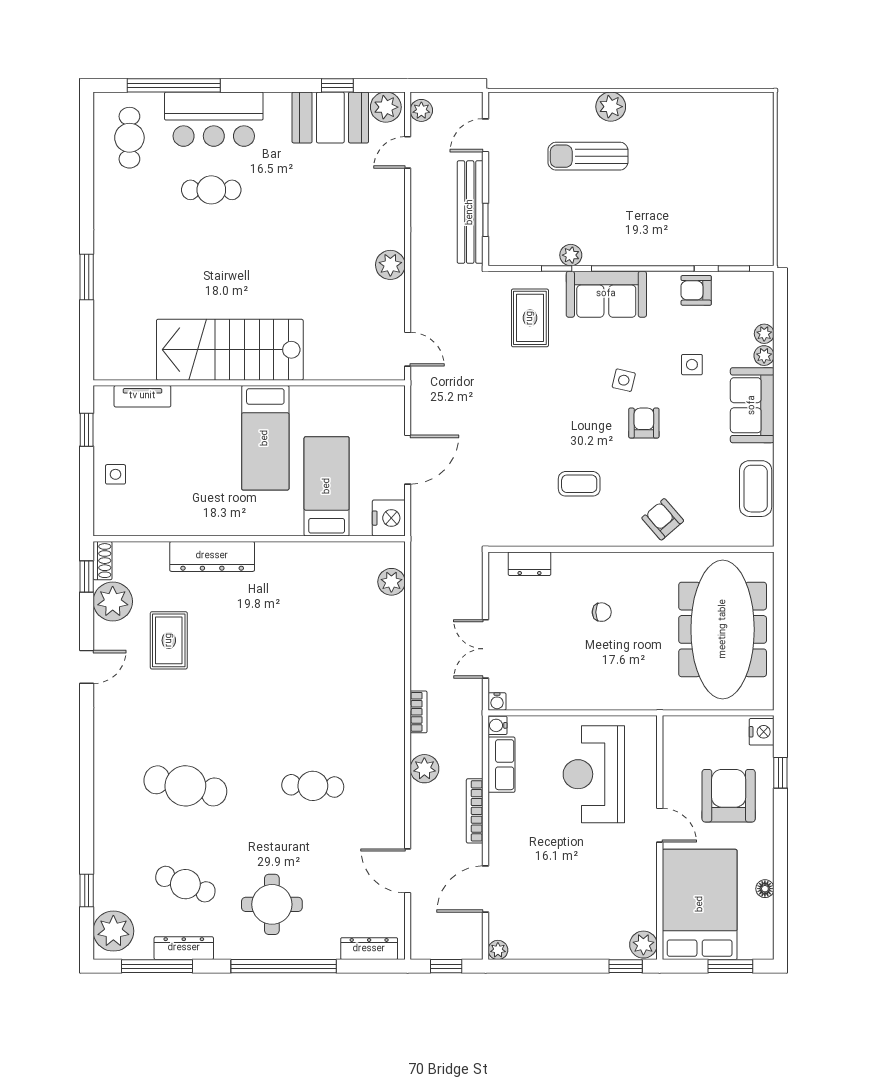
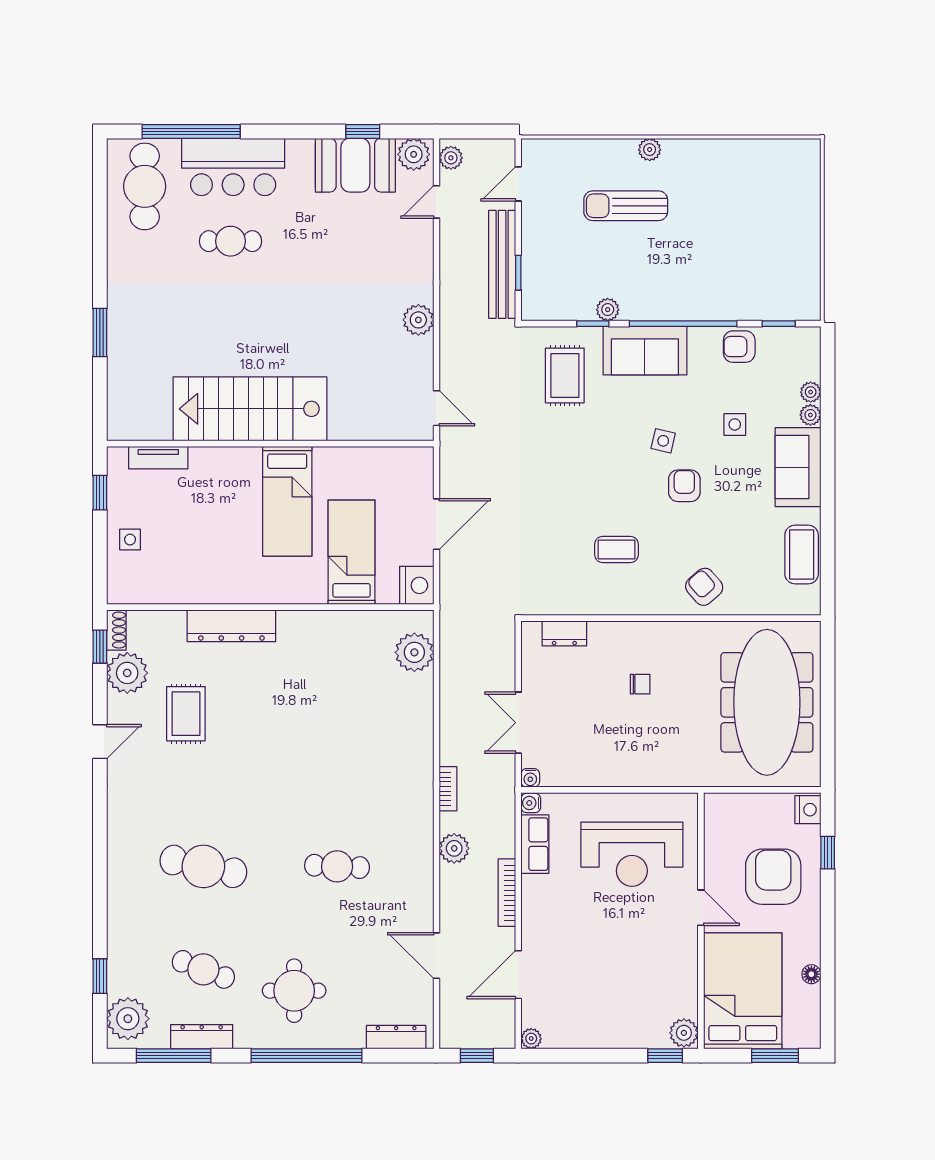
plant: (611, 107) -> (650, 150), width x0.73, depth x0.73
cafe table: (129, 138) -> (145, 186), width x1.37, depth x1.35
plant: (391, 582) -> (414, 652), width x1.36, depth x1.36
reception desk: (594, 774) -> (632, 854), turned -90

